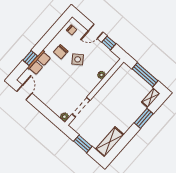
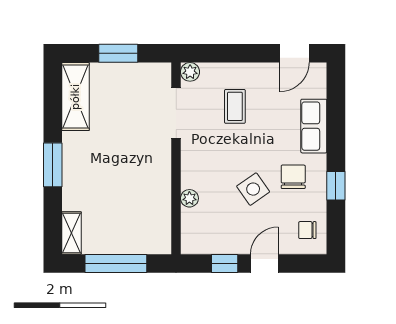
window: (30, 58) -> (336, 186), moved
door: (24, 92) -> (294, 53), hinge flipped
coffee table: (60, 92) -> (235, 106), added
window: (144, 118) -> (53, 165), moved

